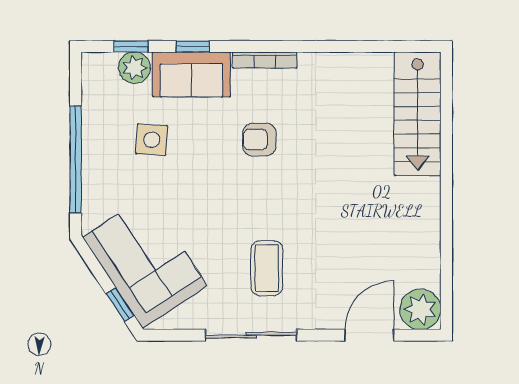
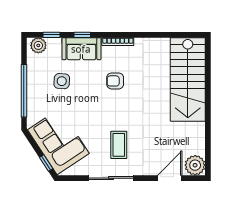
plant: (134, 68) -> (38, 45), moved
stairs: (418, 114) -> (188, 79), width x1.36, depth x1.51

